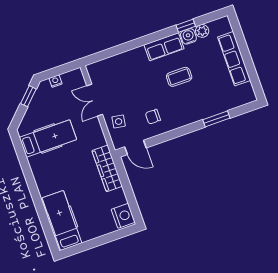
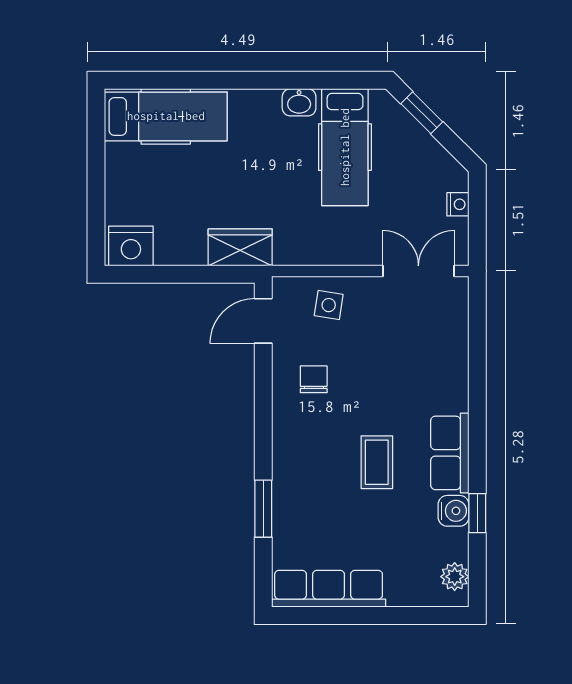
plant: (202, 31) -> (455, 577), moved
row of seats: (234, 59) -> (329, 589), moved
window: (28, 96) -> (422, 113), moved
double door: (95, 100) -> (418, 271), moved
washbasin: (36, 165) -> (299, 102), added
wardrobe: (107, 168) -> (240, 247), width x0.67

